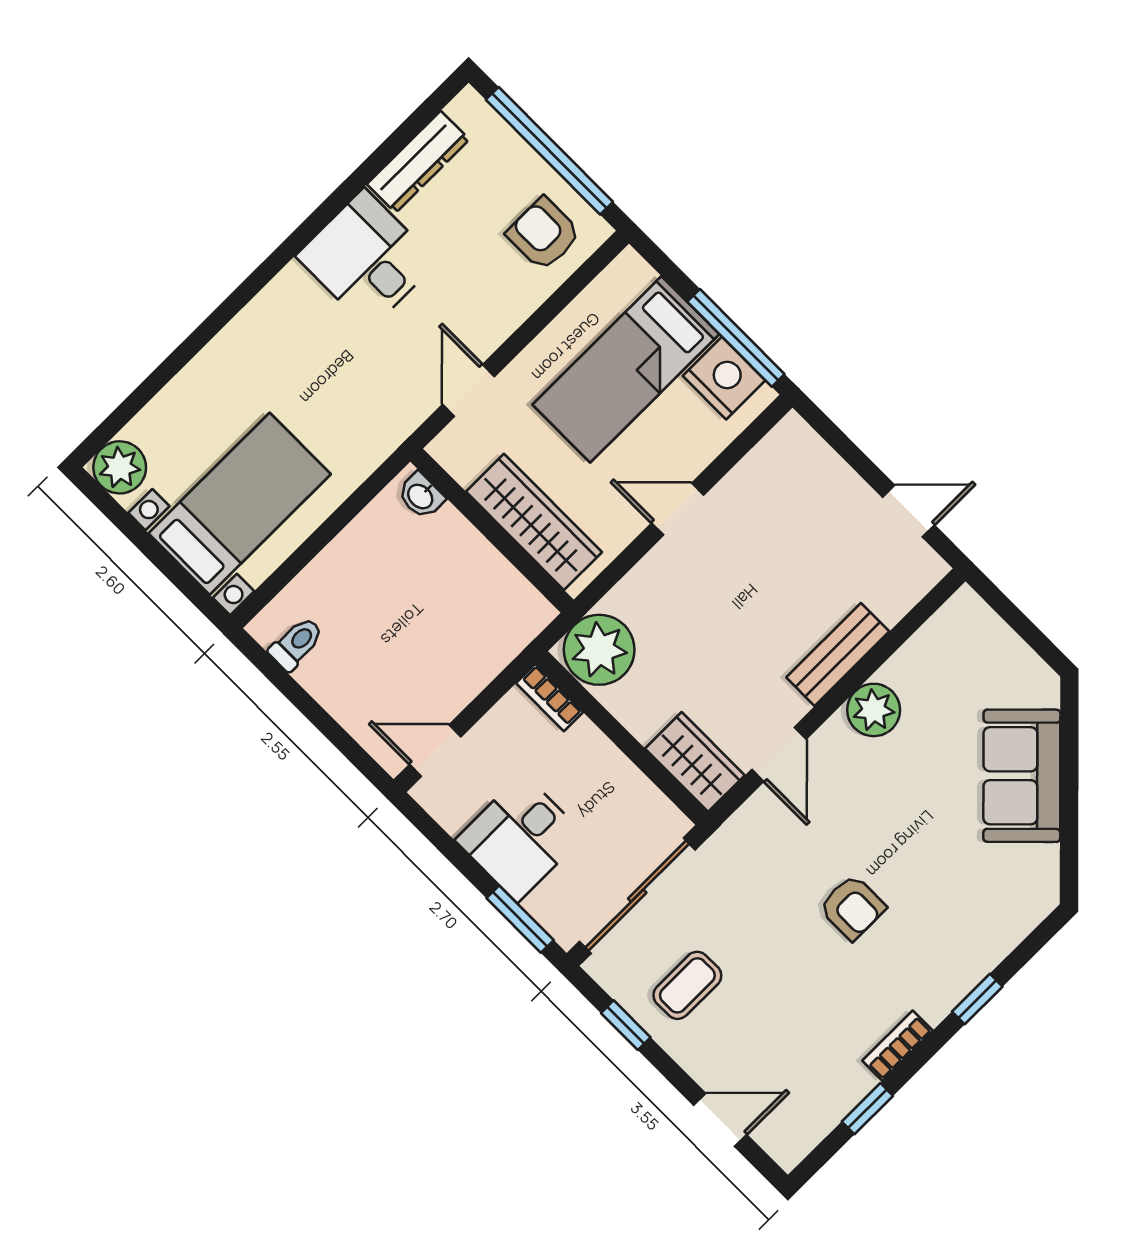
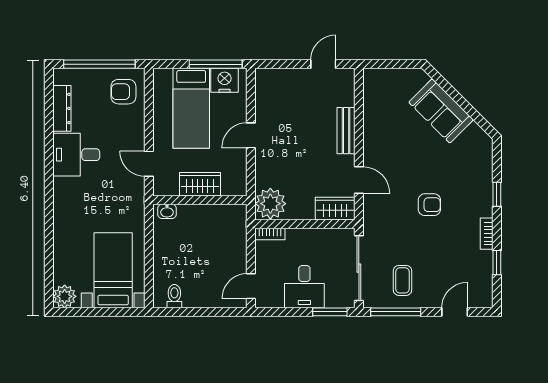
wardrobe: (534, 522) -> (200, 184), width x0.67
plant: (874, 710) -> (375, 137), removed
window: (626, 1025) -> (396, 312), width x2.17

